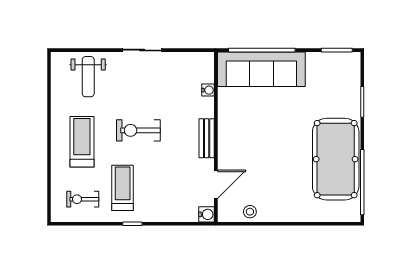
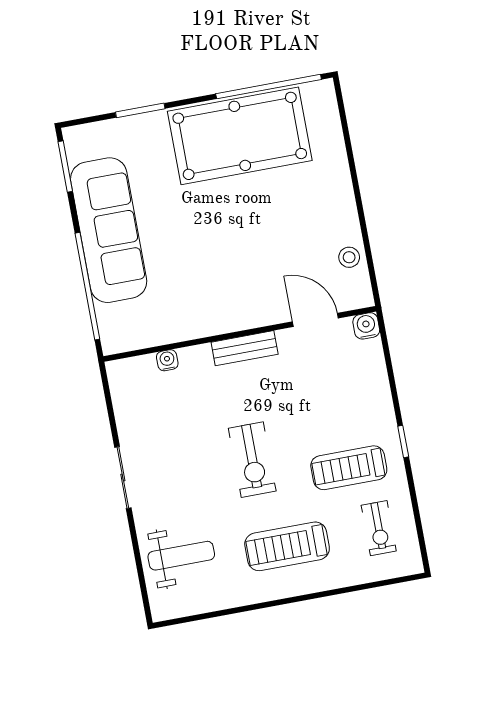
sofa: (261, 69) -> (109, 230), moved

